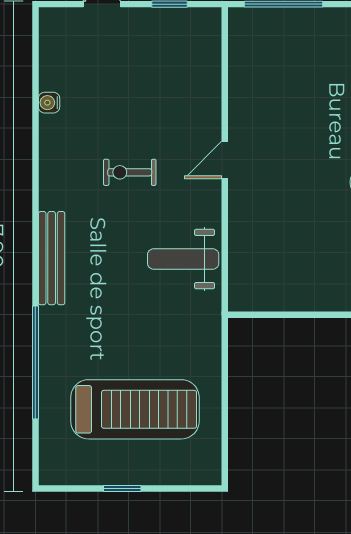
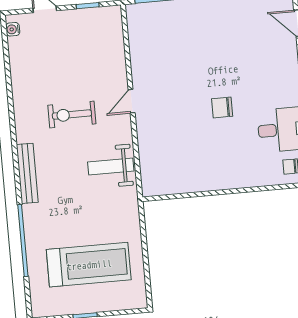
water cooler: (49, 103) -> (13, 29), moved
exercise bike: (130, 172) -> (72, 115), width x1.38, depth x1.39

